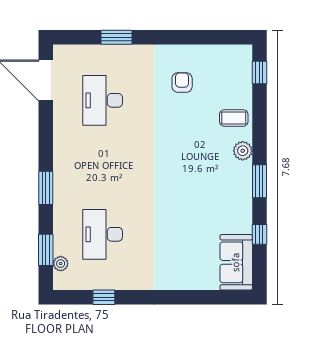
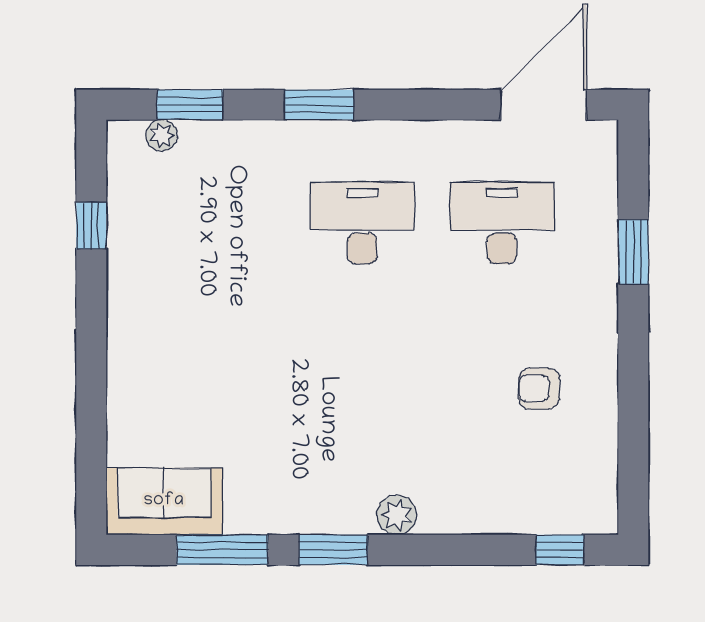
armchair: (182, 82) -> (539, 389), turned 180
coffee table: (234, 118) -> (465, 496), removed
desk: (103, 234) -> (362, 223), moved
window: (259, 234) -> (222, 550), width x2.17

